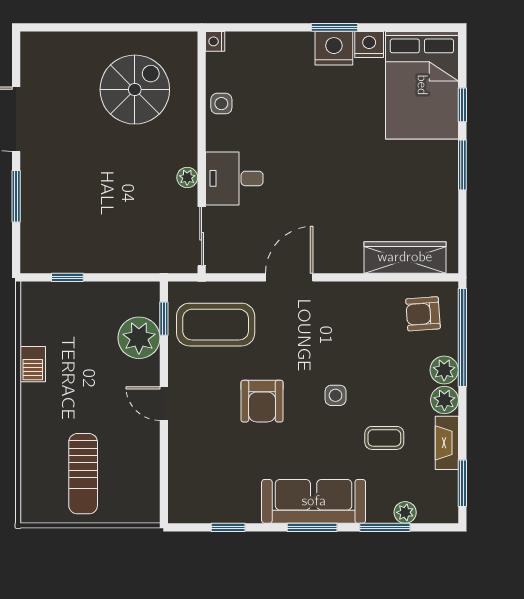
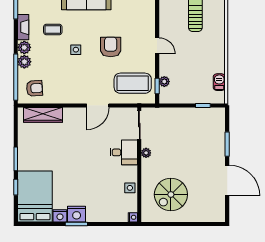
plant: (139, 338) -> (164, 82), width x0.53, depth x0.53
barbecue: (33, 364) -> (219, 82), moved

